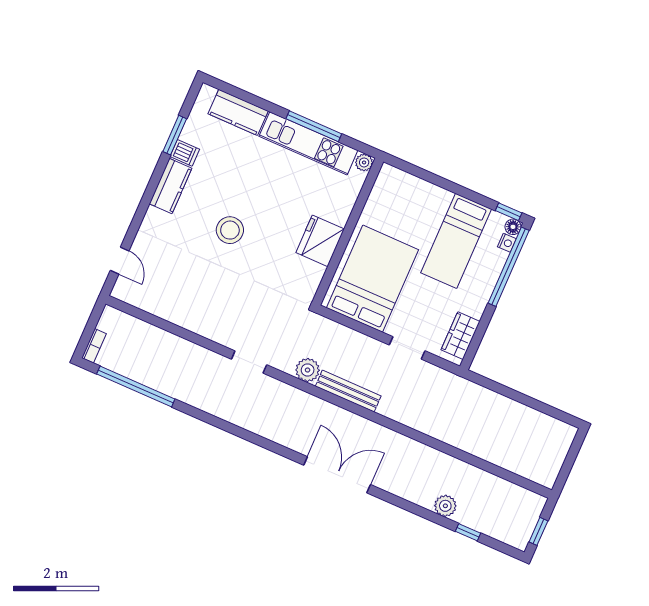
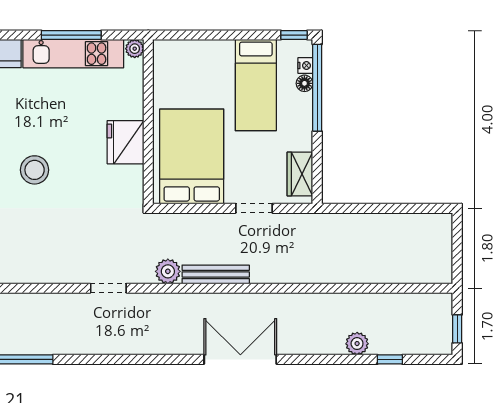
floor lamp: (513, 227) -> (304, 83), moved

